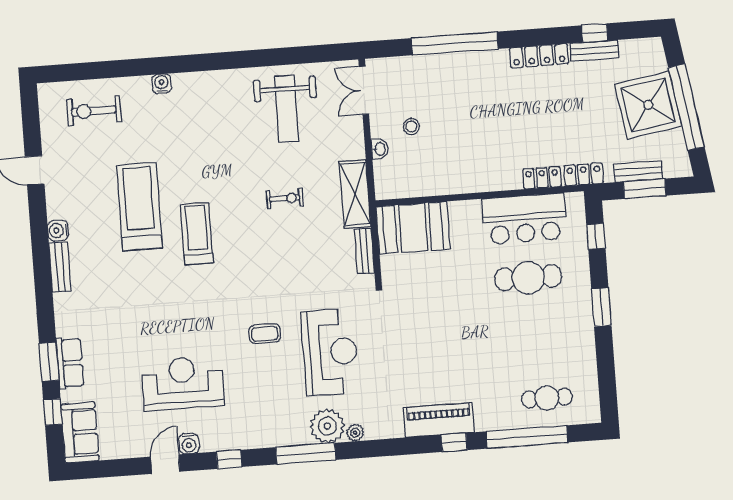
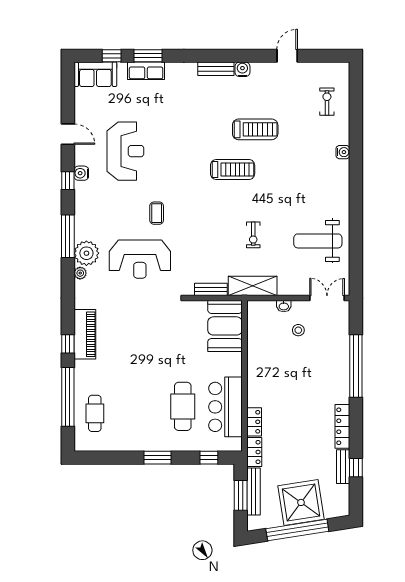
exercise bike: (94, 111) -> (327, 102), width x0.73, depth x0.72
bench: (638, 171) -> (254, 492), width x1.36
treadmill: (139, 207) -> (255, 129), width x0.73, depth x0.73
water cooler: (189, 444) -> (81, 173), moved

